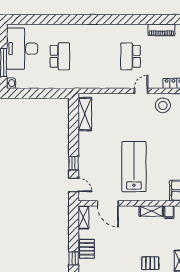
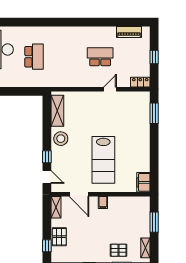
school desk: (131, 56) -> (100, 57), turned 90
stool: (163, 105) -> (61, 139), moved
lab bench: (134, 167) -> (103, 160), turned 180
shelving: (151, 211) -> (120, 201), removed
filing cabinet: (169, 212) -> (103, 202), moved

